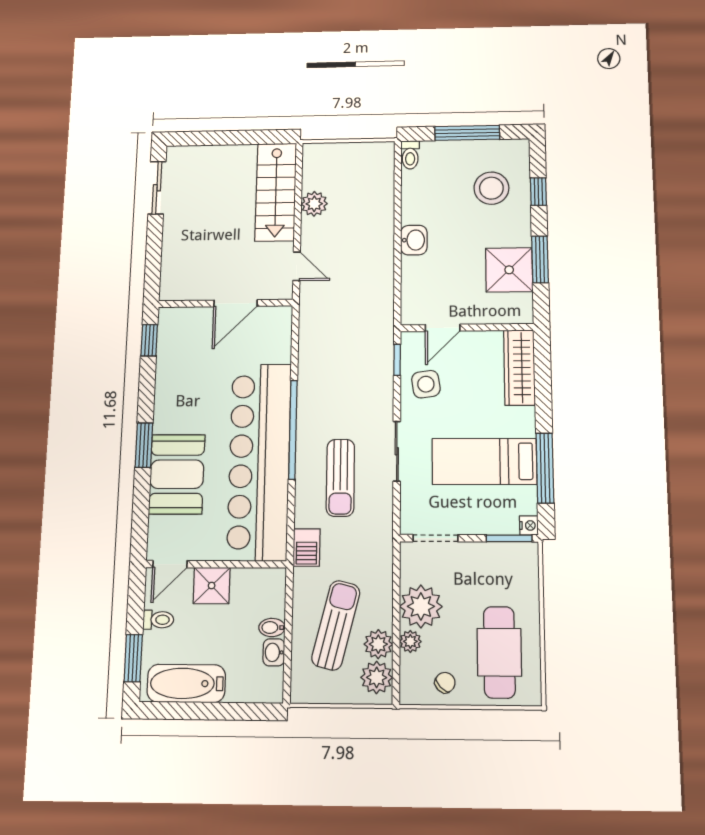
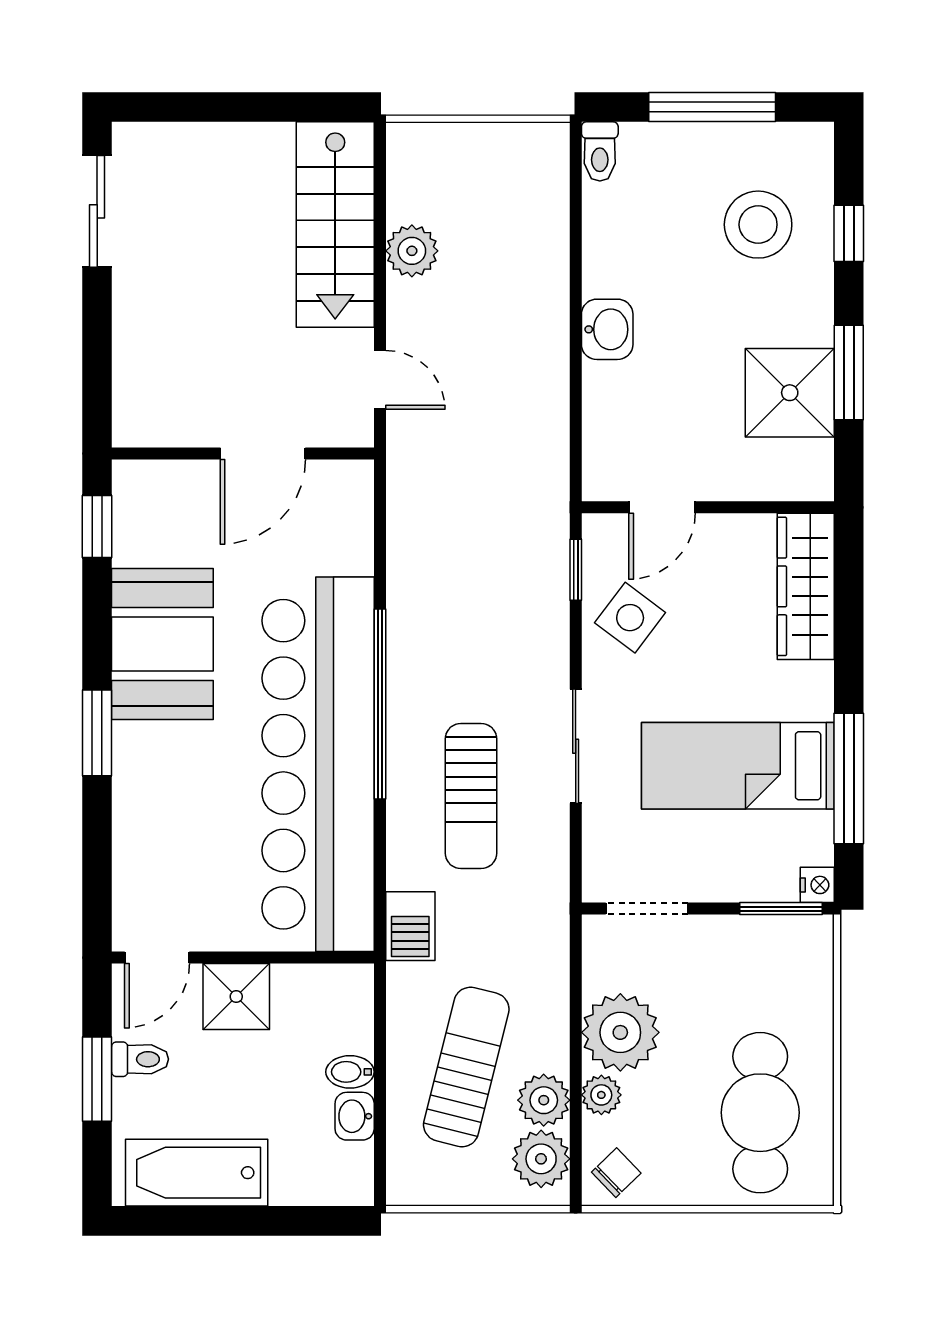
side table: (426, 384) -> (630, 618), turned 45
booth: (177, 474) -> (162, 644), moved
window: (133, 658) -> (97, 1079), moved
chair: (445, 683) -> (616, 1173), moved

